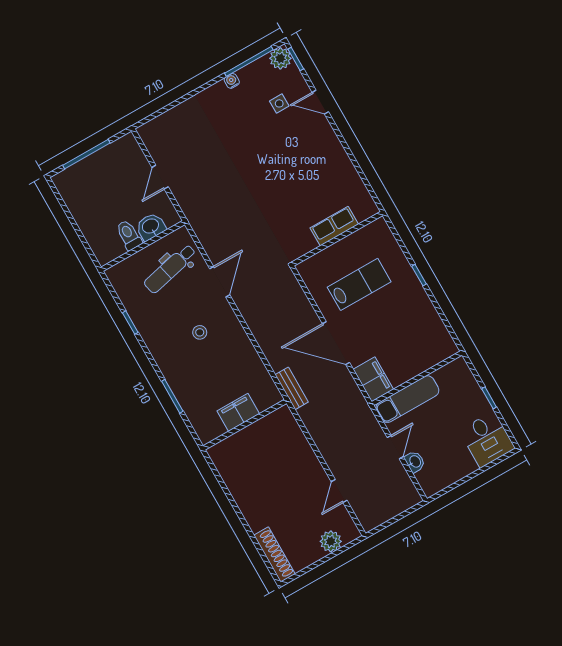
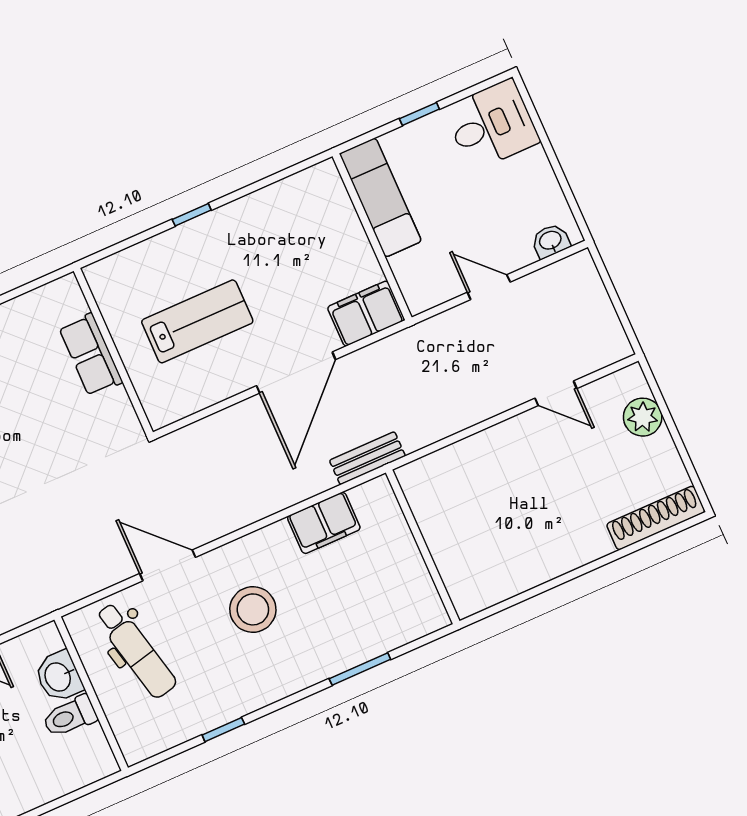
lab bench: (359, 284) -> (197, 321), turned 90
stool: (200, 332) -> (253, 609), width x1.89, depth x1.89
exam couch: (407, 399) -> (380, 197), moved
filing cabinet: (238, 412) -> (324, 523), moved, turned -90
washbasin: (415, 462) -> (551, 241), moved

